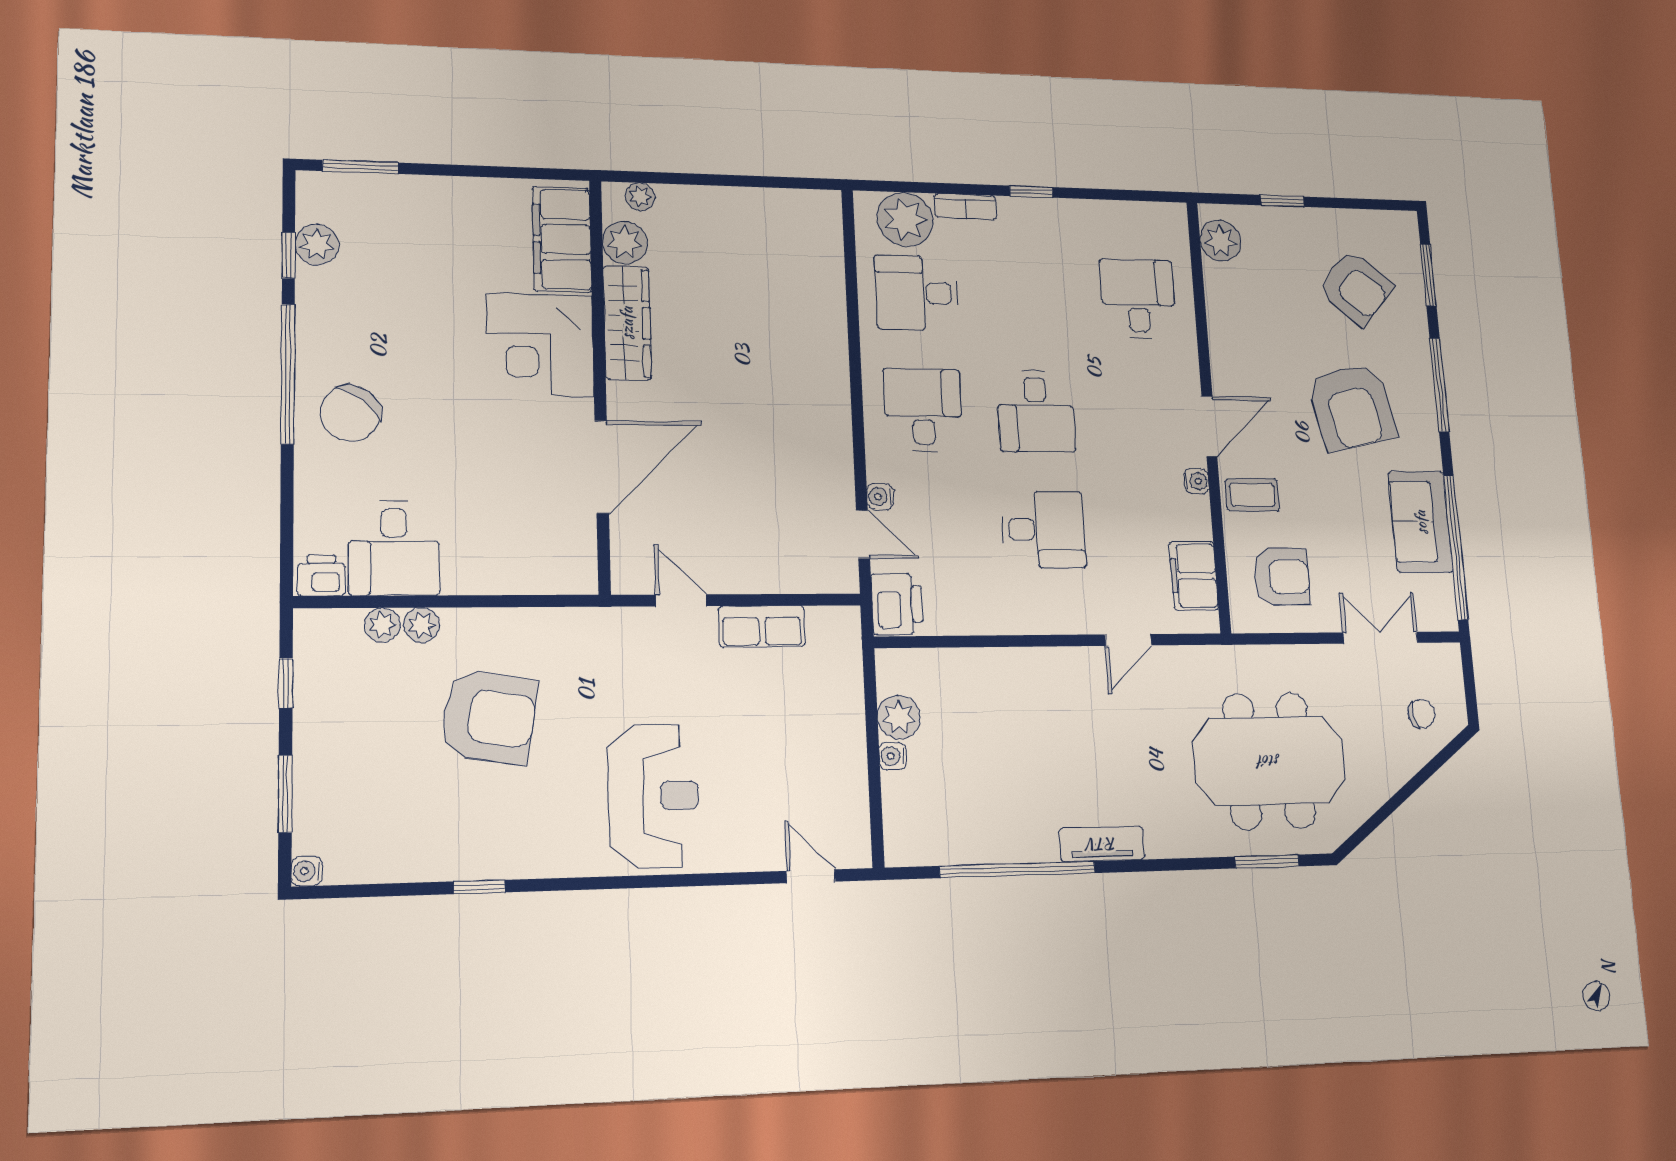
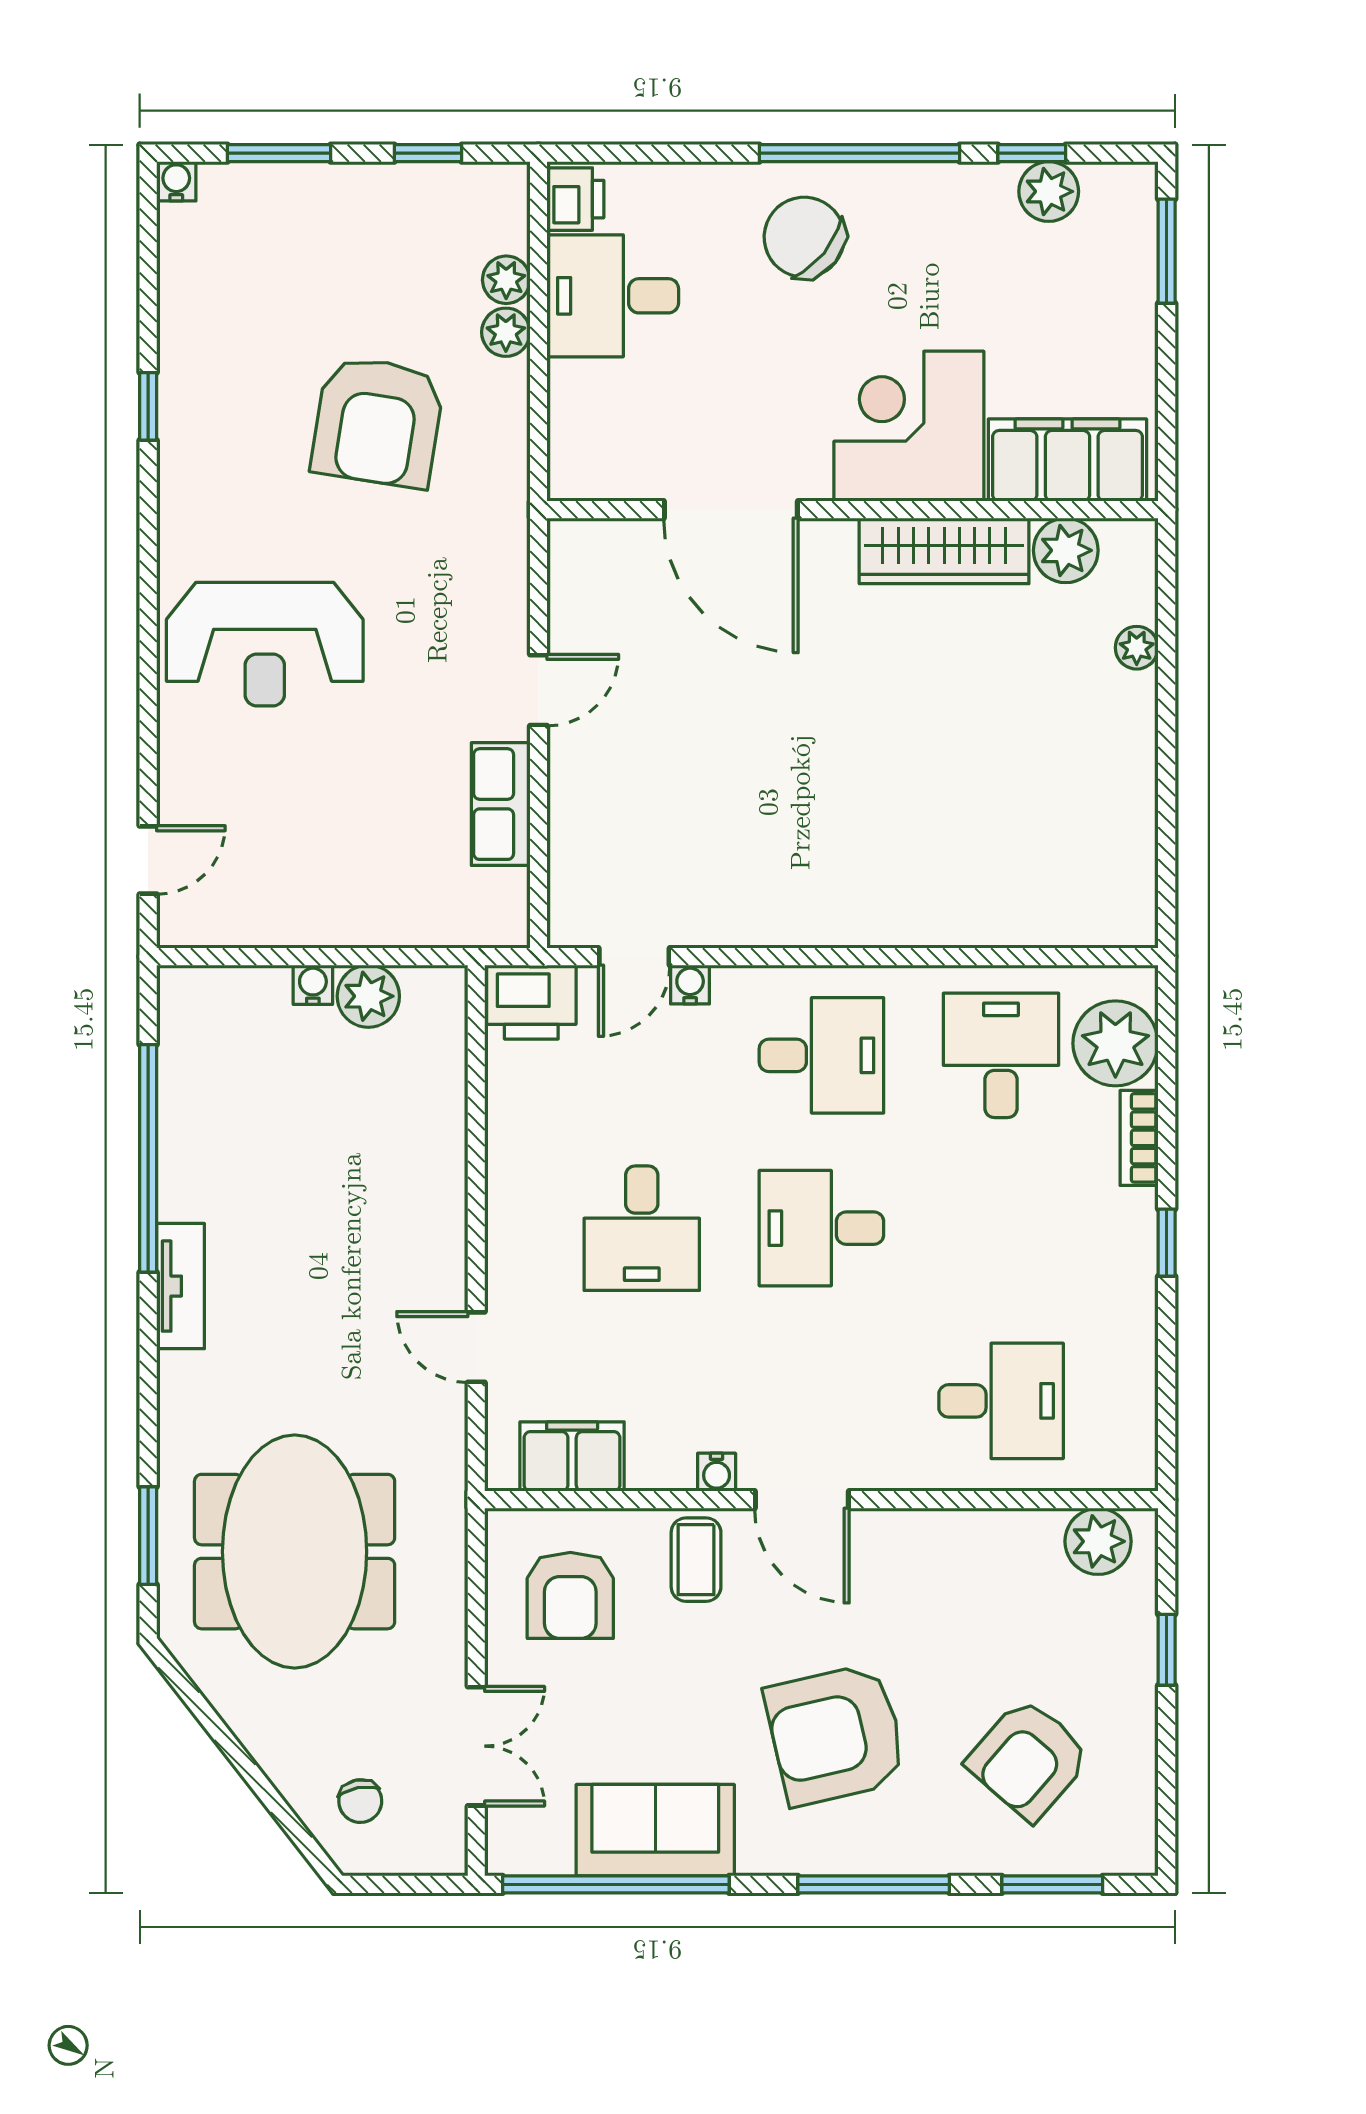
filing cabinet: (562, 239) -> (1067, 460), moved
plant: (625, 242) -> (1066, 550), moved
wardrobe: (627, 323) -> (944, 551), moved
corner desk: (540, 345) -> (909, 426), moved
wall: (600, 384) -> (853, 510), moved
door: (602, 467) -> (731, 510), moved

